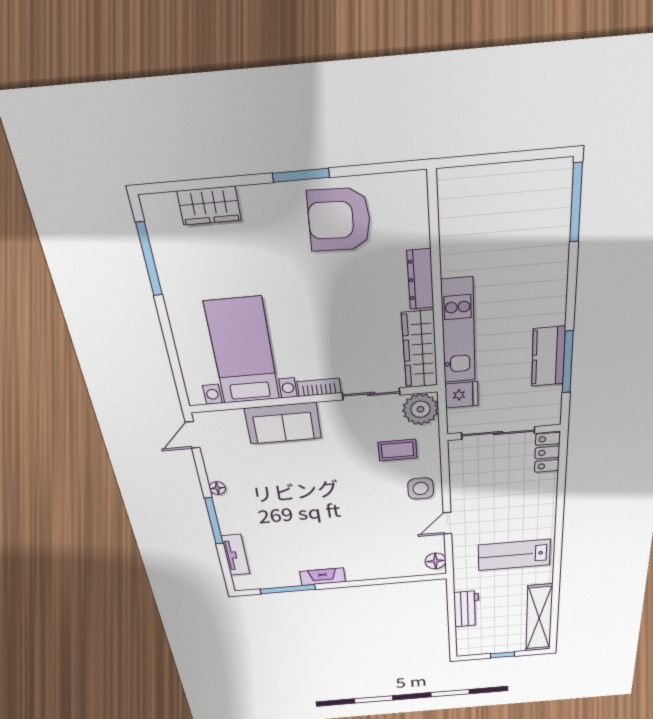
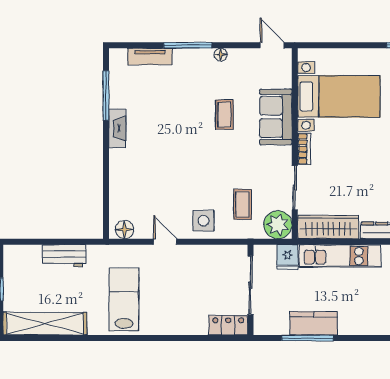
coffee table: (290, 478) -> (224, 115), added

